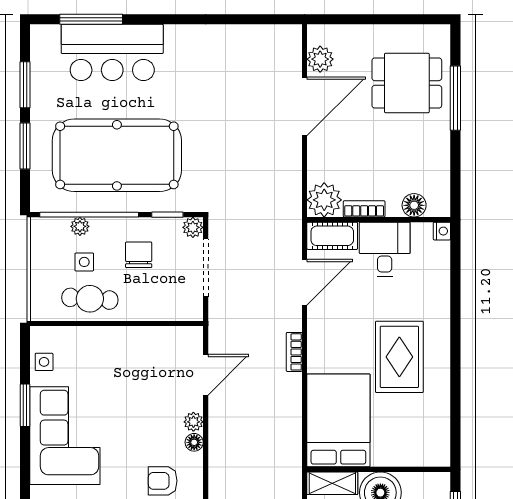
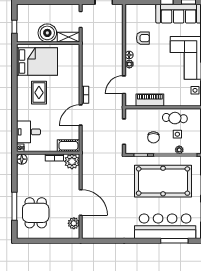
bar counter: (112, 52) -> (165, 226), width x1.36
dining table: (407, 83) -> (36, 213), turned 90
door: (305, 106) -> (81, 203), swing flipped
floor lamp: (414, 205) -> (22, 159), moved
plant: (193, 227) -> (130, 149), removed
desk: (385, 249) -> (28, 132), moved, turned 90
door: (305, 282) -> (81, 115), moved
piano: (147, 340) -> (150, 100), added
rug: (399, 357) -> (39, 93), width x0.73, depth x0.70
bed: (338, 420) -> (37, 62), moved, turned -90

